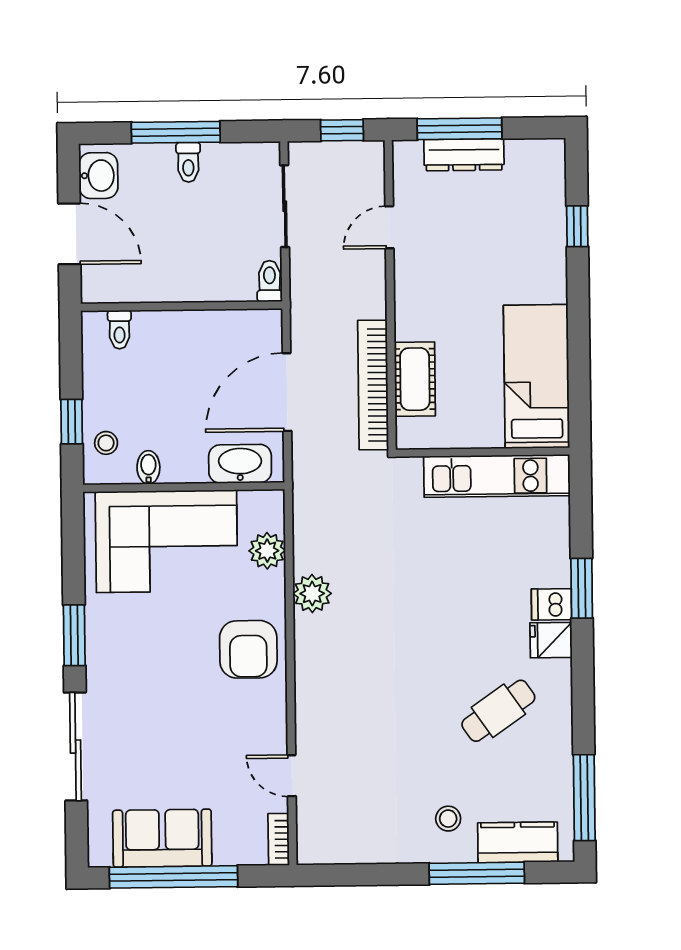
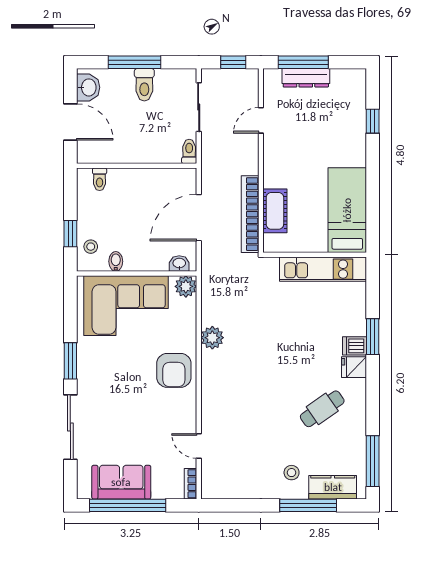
toilet: (188, 162) -> (144, 85), width x1.37, depth x1.39
washbasin: (240, 464) -> (179, 263), width x0.52, depth x0.69
plant: (267, 551) -> (186, 286), moved

